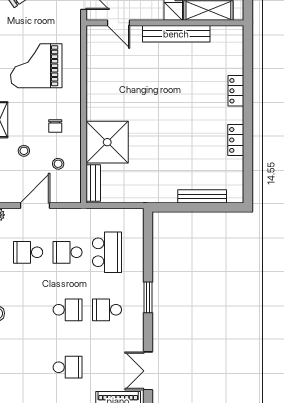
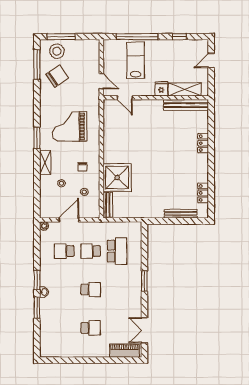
bench: (176, 34) -> (186, 105), moved
locker: (236, 140) -> (203, 193), moved
school desk: (107, 310) -> (117, 290), removed

